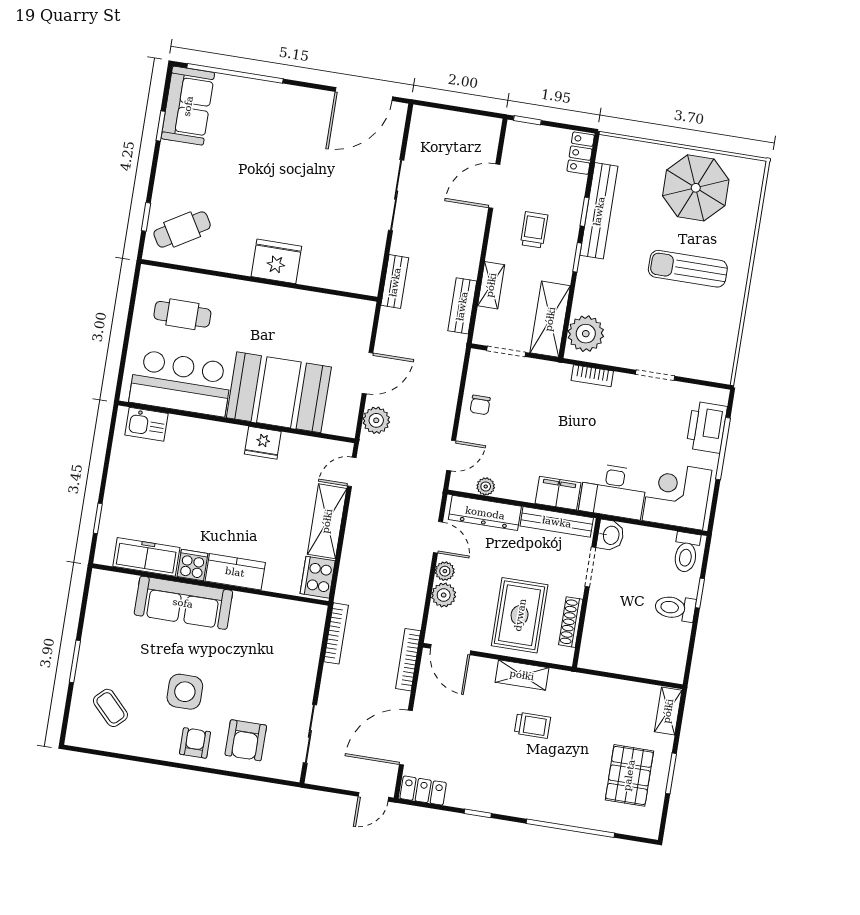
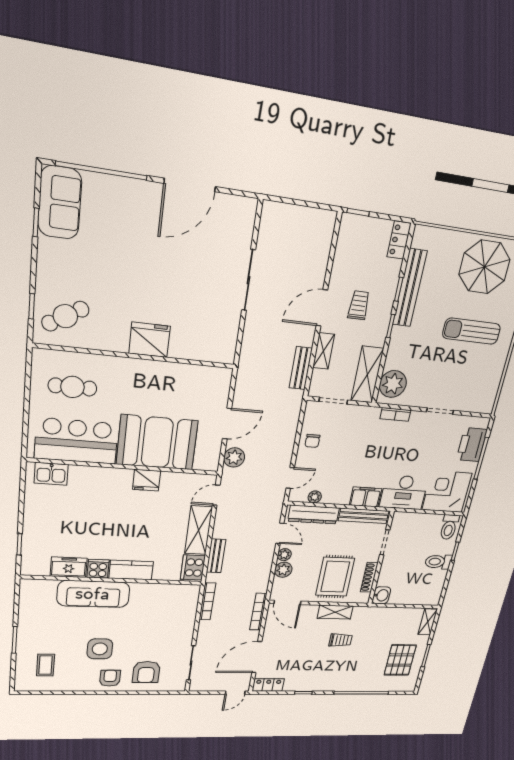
door: (364, 94) -> (190, 185), moved
door: (494, 186) -> (322, 308), moved
bench: (395, 282) -> (216, 556), moved
washbasin: (610, 535) -> (381, 595), moved
freezer: (146, 557) -> (69, 567), width x0.71
coffee table: (110, 708) -> (46, 665), turned 44

